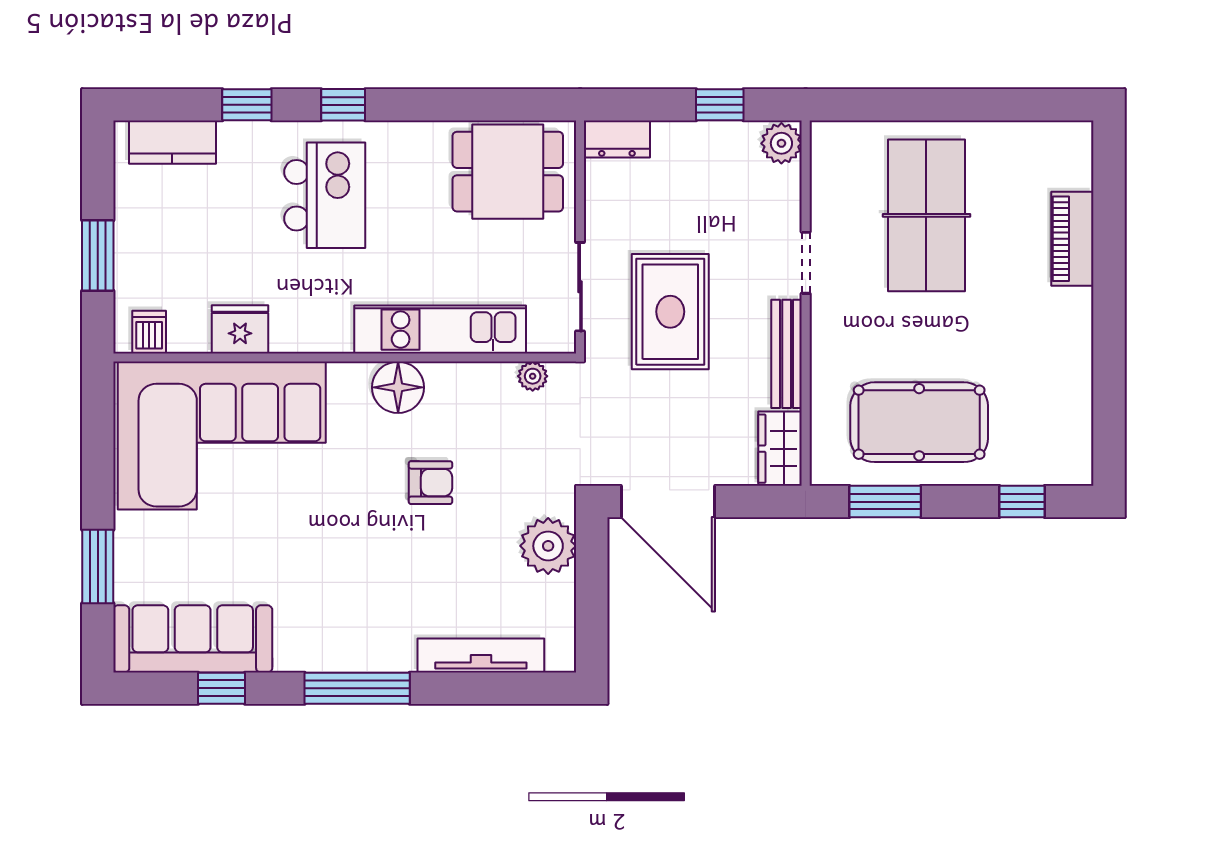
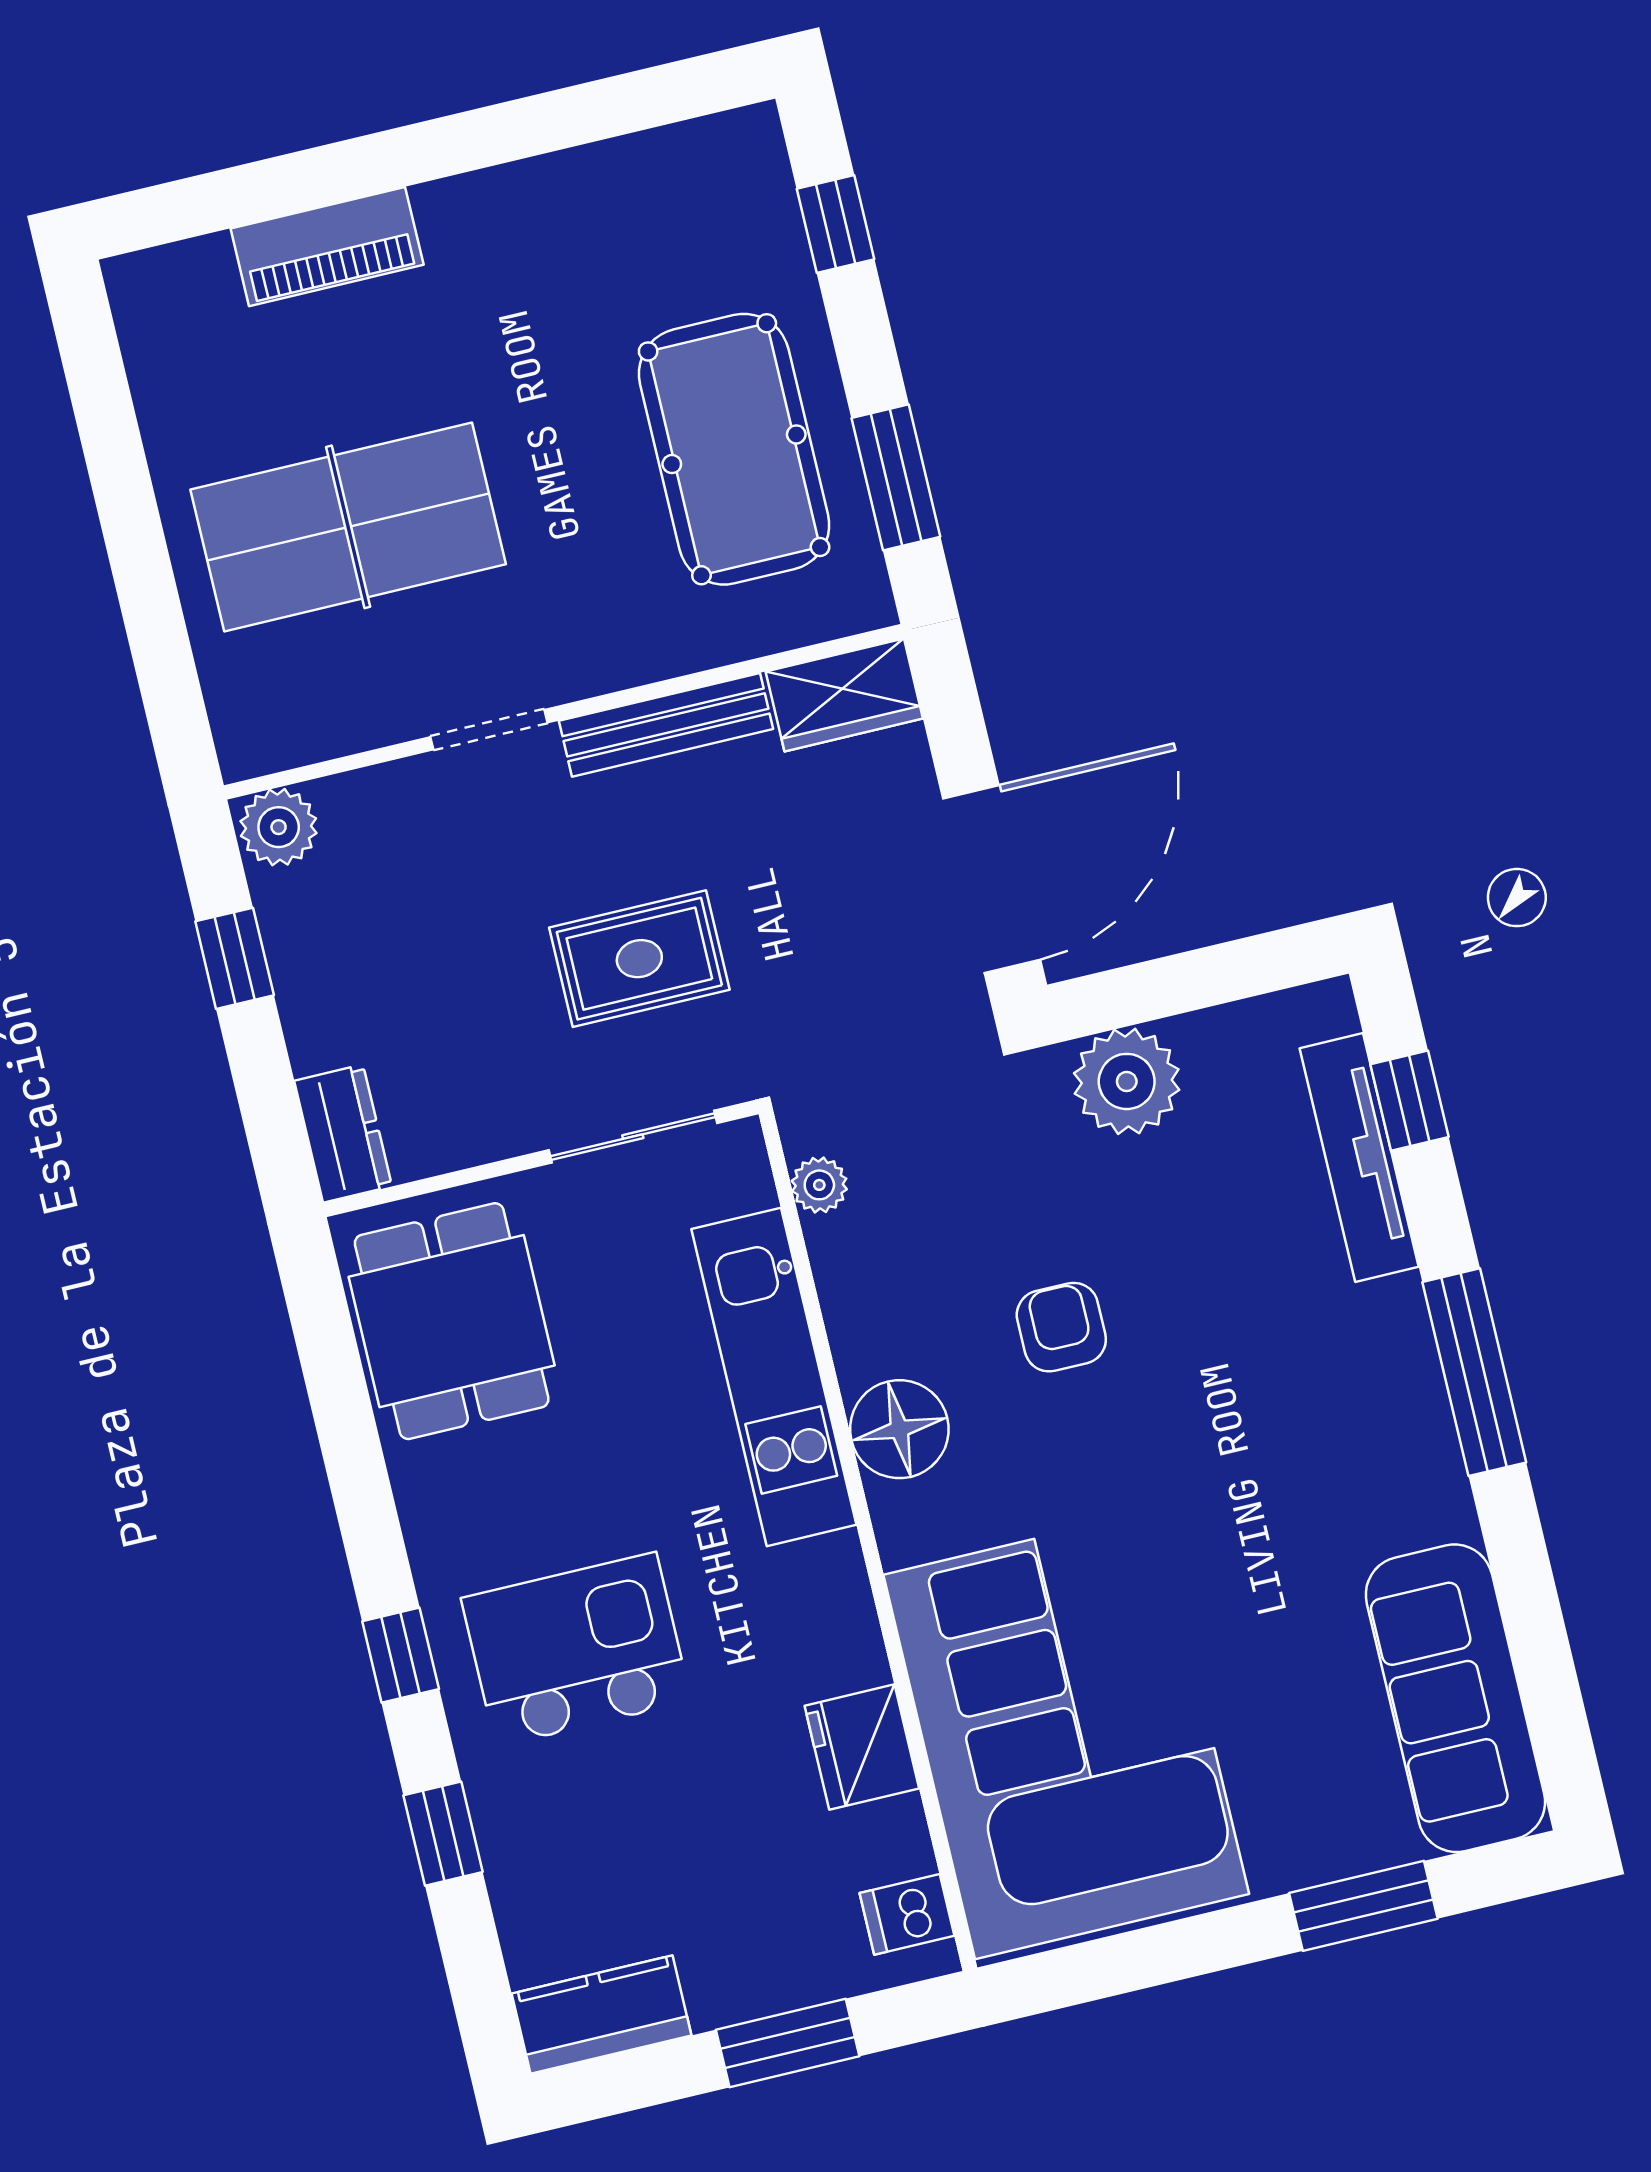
kitchen counter: (172, 142) -> (601, 2014), moved, turned -90
rug: (670, 312) -> (639, 959), width x0.73, depth x0.70
window: (221, 688) -> (1410, 1101), moved

